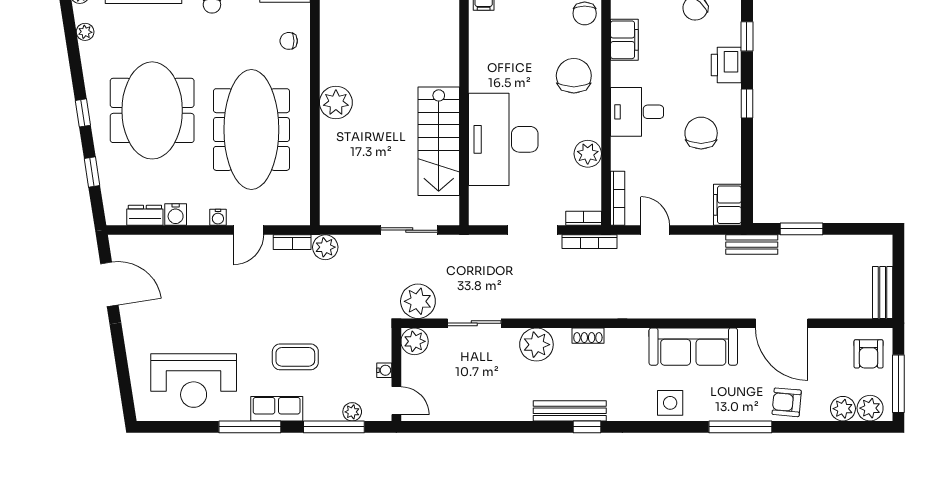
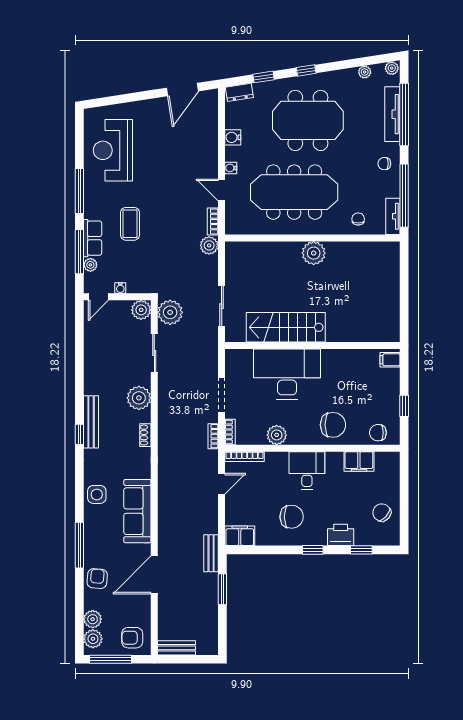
dresser: (145, 215) -> (239, 92), moved, turned 81
bookcase: (589, 242) -> (213, 436), width x0.64
row of seats: (277, 409) -> (93, 238), moved

